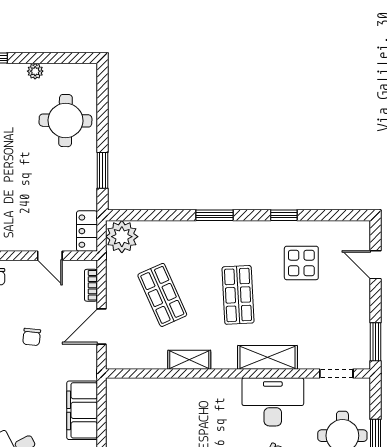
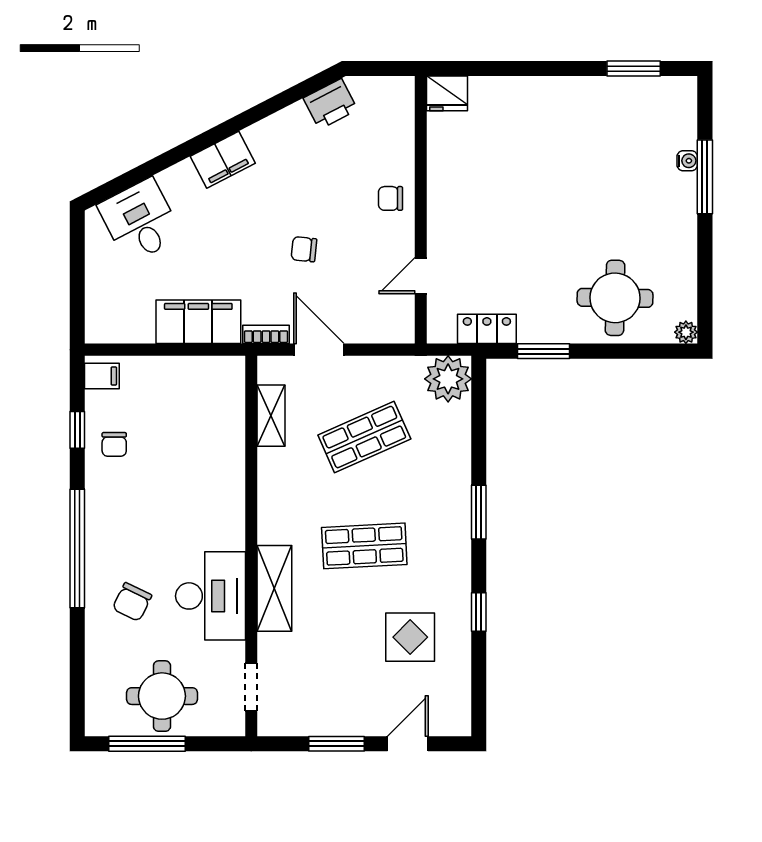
plant: (35, 71) -> (686, 332), moved
locker: (87, 231) -> (487, 329), moved
bookcase: (91, 285) -> (266, 334), moved
window: (376, 342) -> (337, 744), moved
shelving: (189, 360) -> (271, 416), moved

